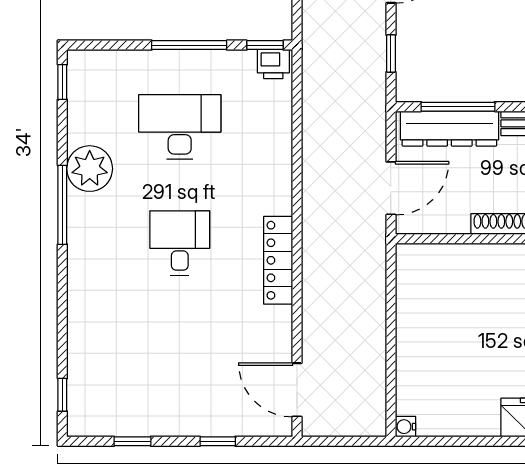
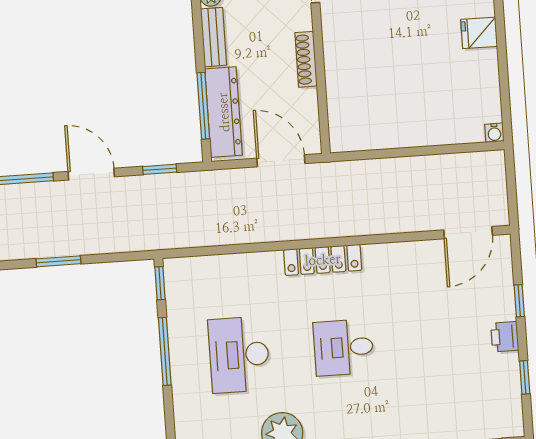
printer: (273, 64) -> (505, 337), moved, turned 180
locker: (278, 260) -> (323, 260), moved

